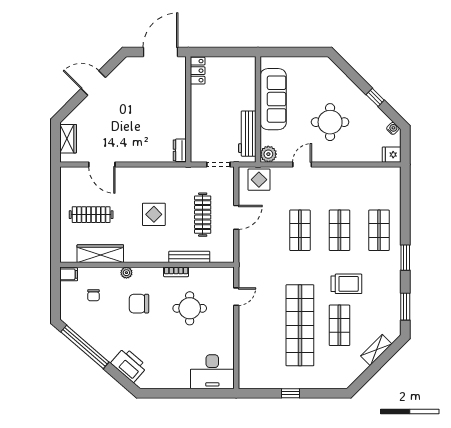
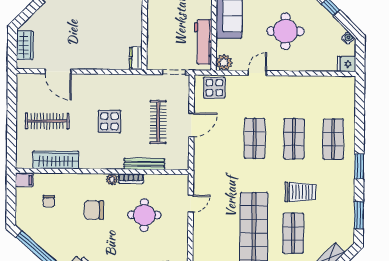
plant: (126, 273) -> (112, 179), moved

